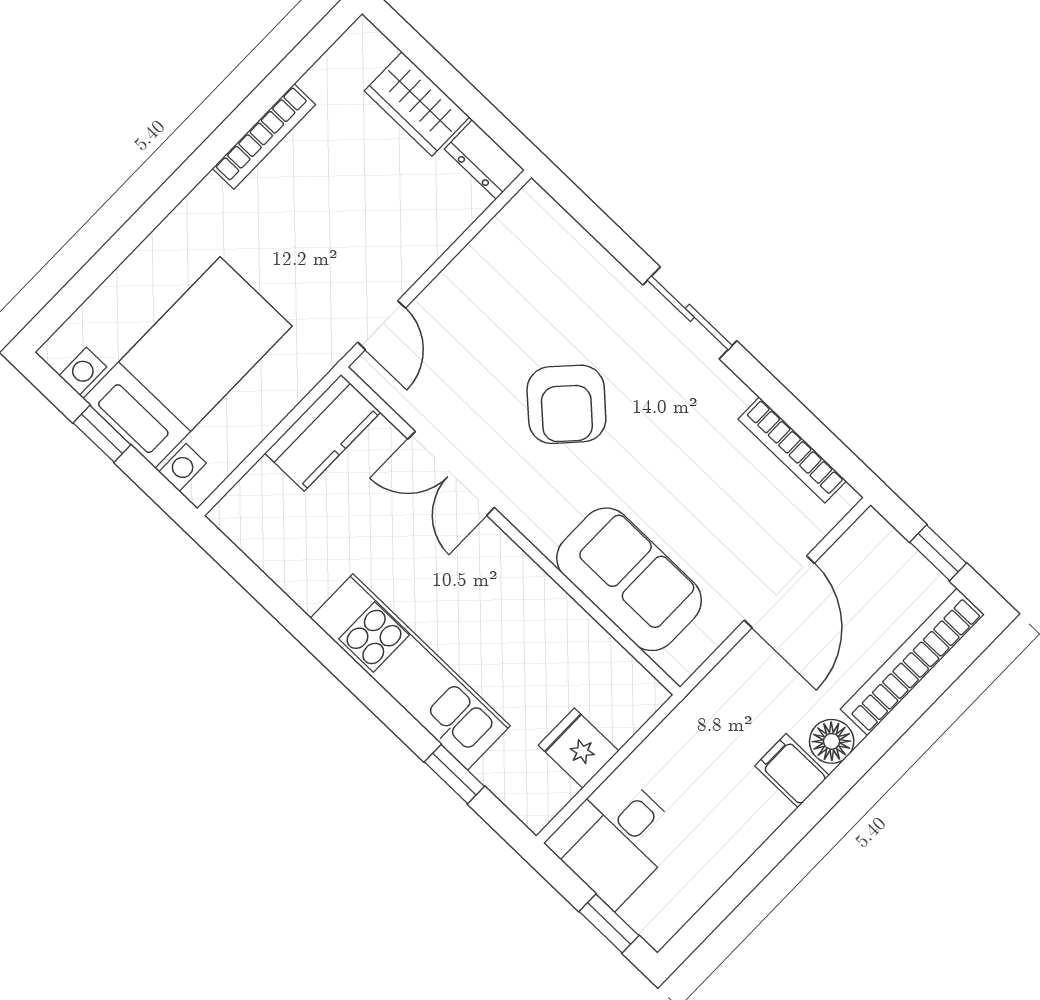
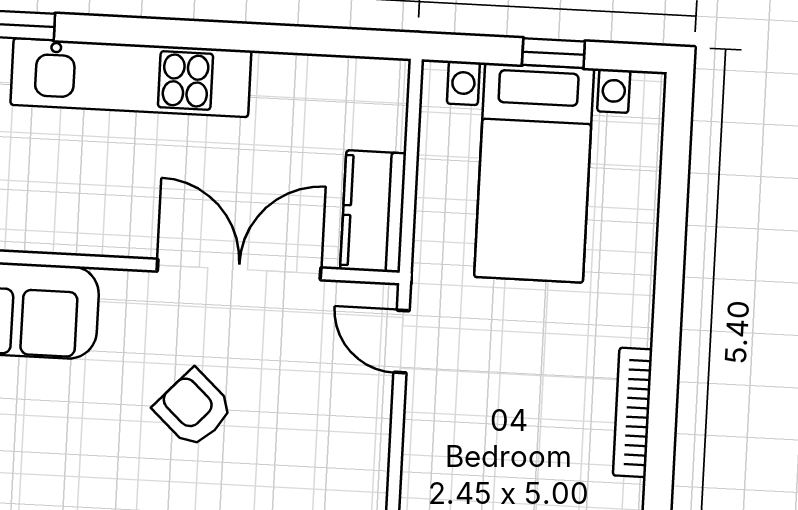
armchair: (566, 404) -> (194, 408), width x0.72, depth x0.72
double door: (451, 473) -> (239, 270), width x1.37

